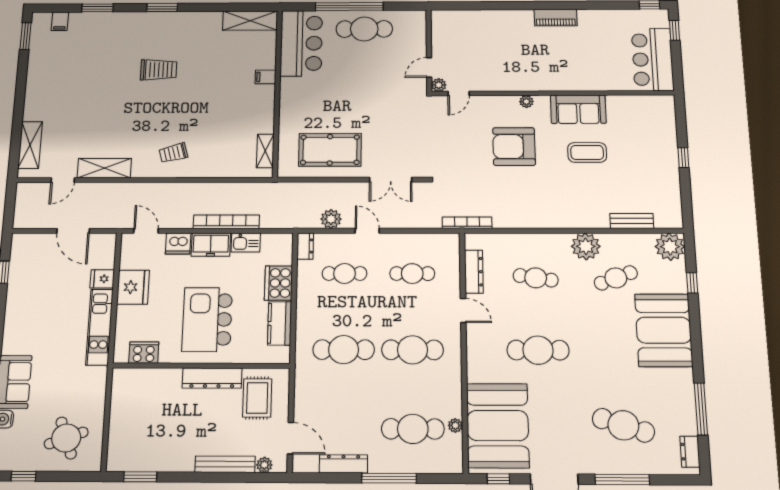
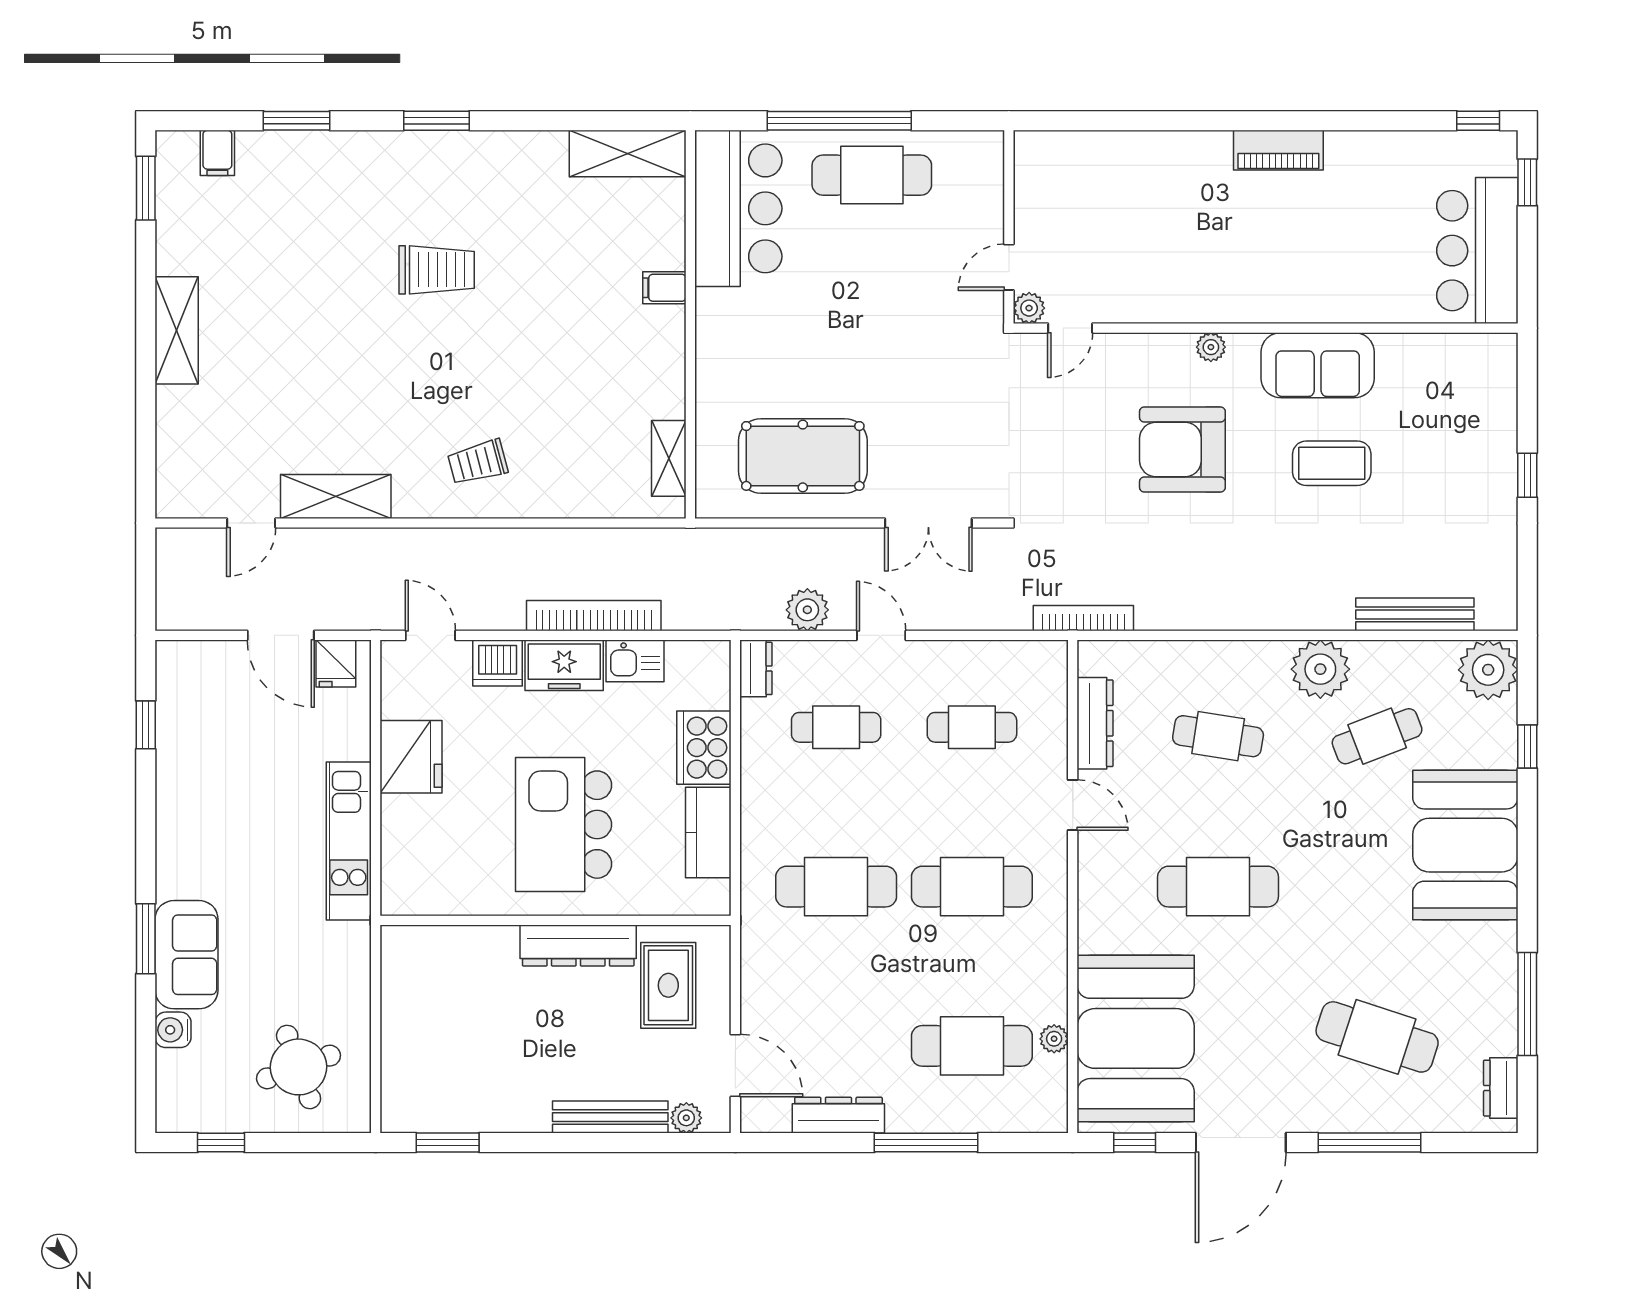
shelving: (30, 145) -> (177, 330), moved
bench: (632, 221) -> (1415, 614), width x1.36
fridge: (102, 279) -> (336, 664), moved, turned -90
cooker: (144, 353) -> (440, 894), removed

